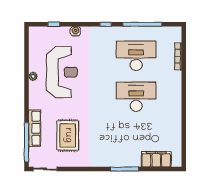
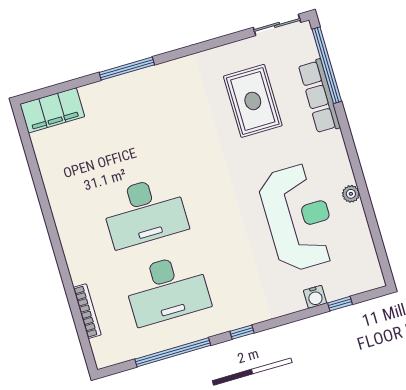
water cooler: (75, 31) -> (315, 297), moved
reception desk: (62, 72) -> (298, 217), turned 180
filing cabinet: (156, 159) -> (52, 110), moved

